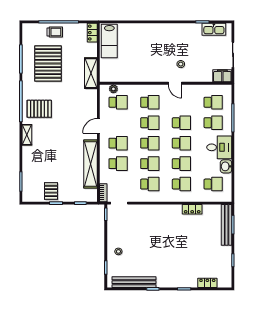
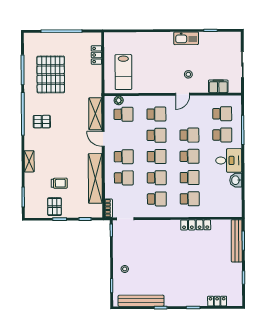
kitchen sink: (214, 29) -> (186, 38), moved
trolley: (55, 32) -> (59, 183), moved
locker: (92, 33) -> (96, 55), moved
lab bench: (109, 41) -> (123, 72), moved
shelving: (91, 73) -> (95, 114), moved
filing cabinet: (222, 76) -> (218, 86), moved
door: (175, 83) -> (182, 94), hinge flipped
pallet: (39, 109) -> (42, 122), width x0.67, depth x0.71
door: (98, 126) -> (103, 139), hinge flipped
shelving: (27, 135) -> (29, 161), moved
school desk: (213, 184) -> (223, 199), removed
locker: (192, 209) -> (196, 225), width x1.53

